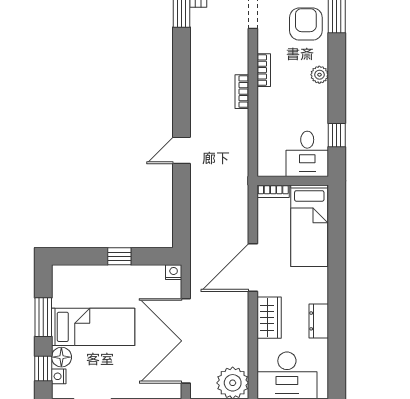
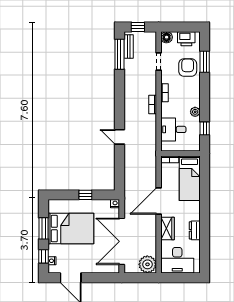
plant: (319, 75) -> (195, 112), moved
door: (182, 150) -> (119, 137), hinge flipped
desk: (307, 154) -> (173, 129), moved, turned 90
bed: (93, 327) -> (71, 229), width x1.50
floor lamp: (61, 357) -> (54, 250), removed

